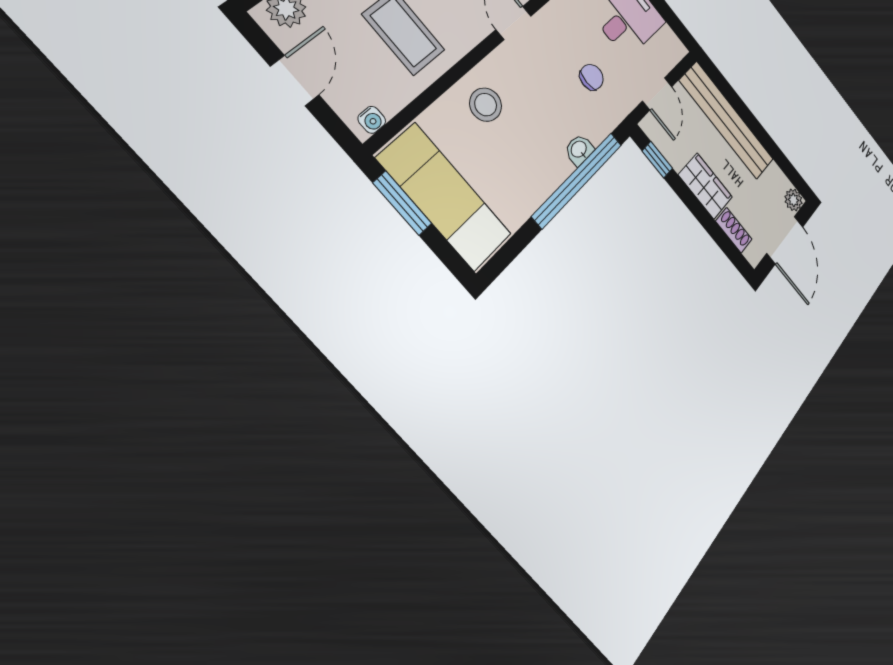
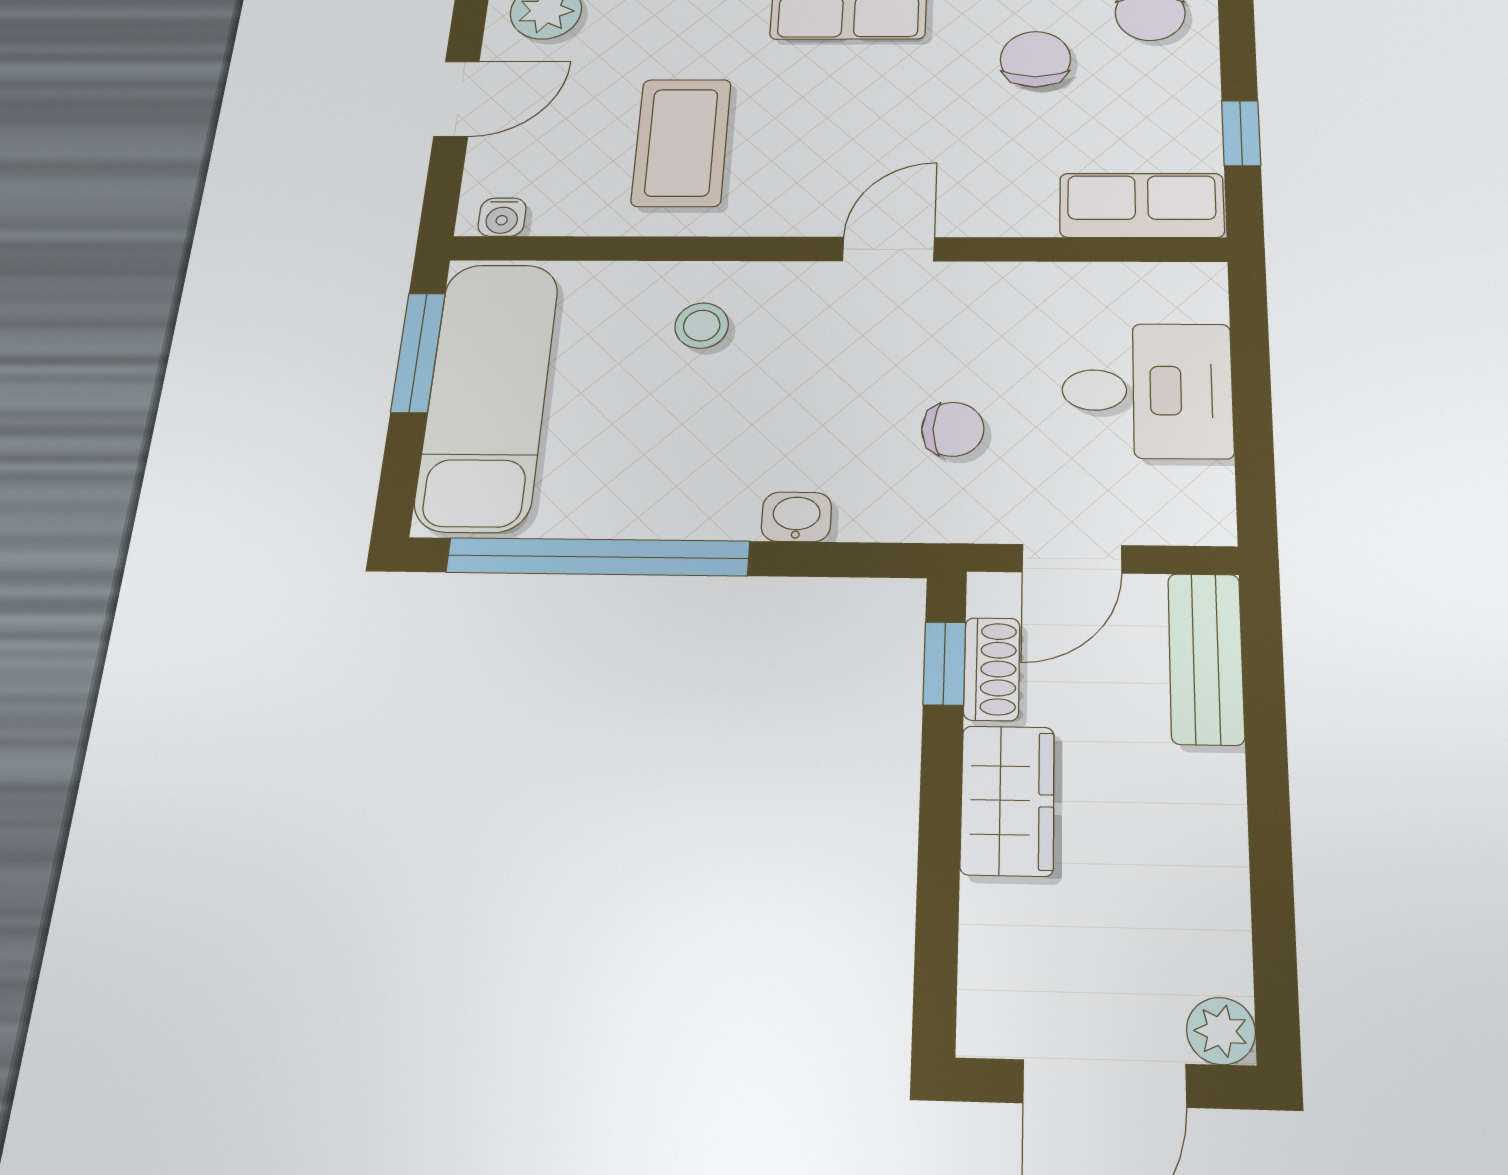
stool: (486, 105) -> (702, 326), width x0.73, depth x0.73
bench: (727, 120) -> (1206, 658), width x0.54, depth x0.82
window: (578, 180) -> (598, 557), moved
shoe rack: (734, 230) -> (992, 669), moved

